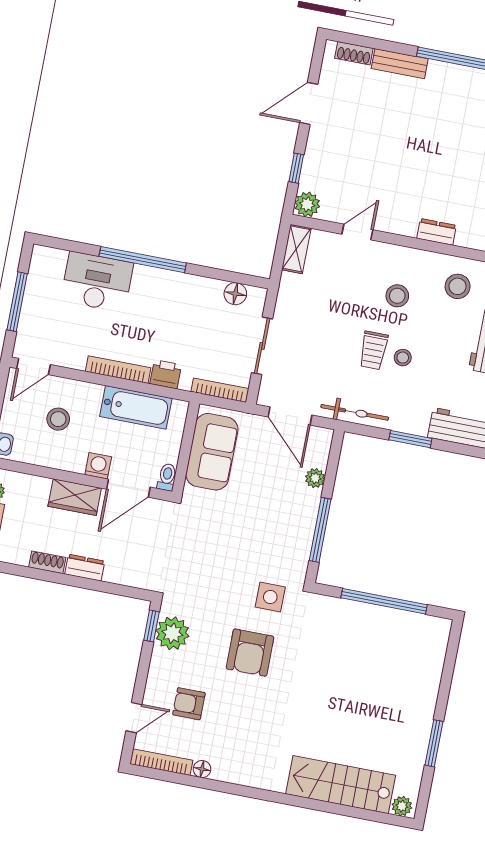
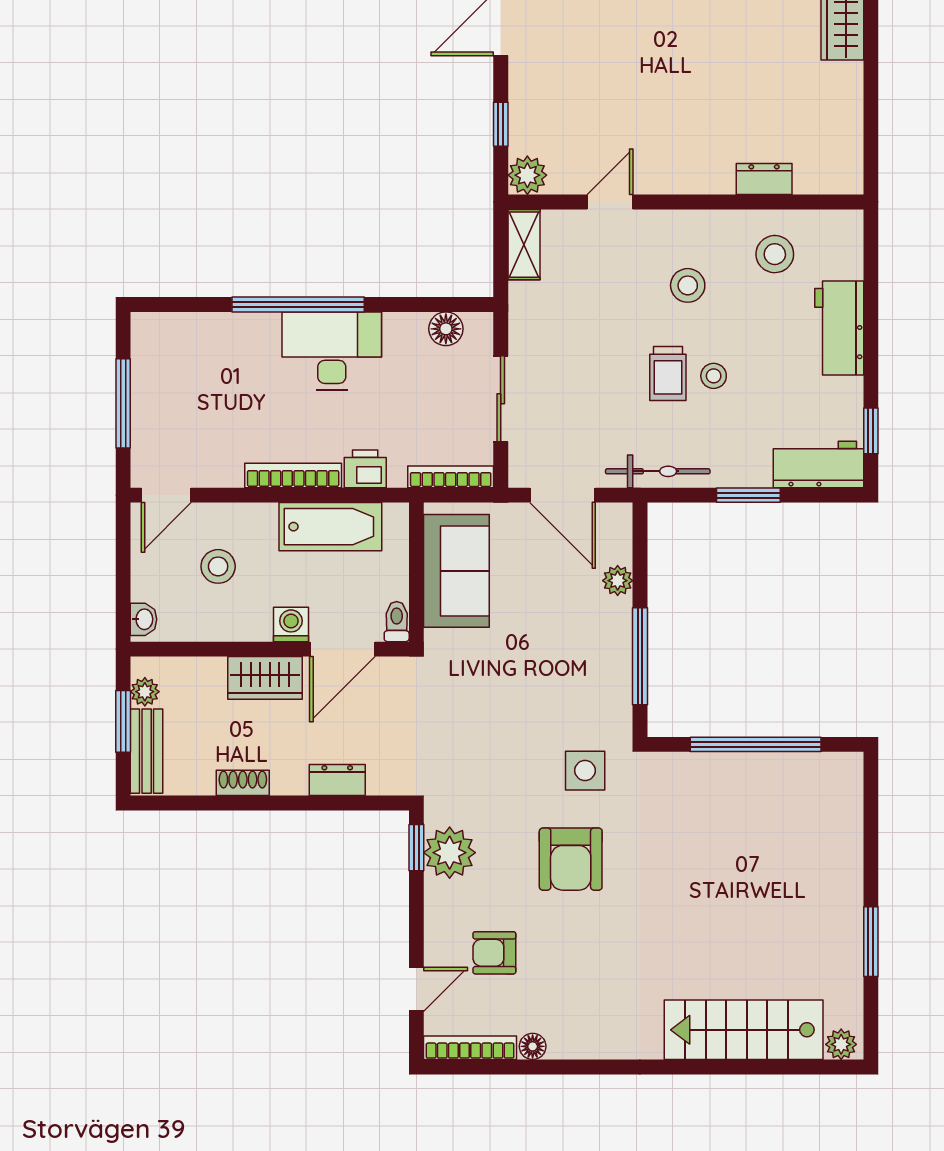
dresser: (437, 232) -> (764, 179), moved
desk: (97, 282) -> (332, 351), moved
dresser: (85, 568) -> (337, 780), moved

